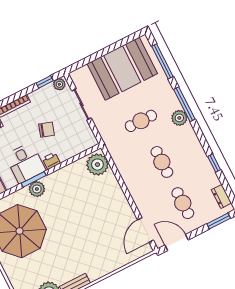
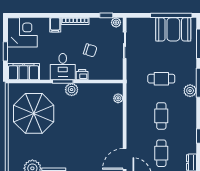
window: (116, 45) -> (171, 15), added
booth: (122, 69) -> (173, 29), width x0.73, depth x0.70
plant: (97, 165) -> (118, 98), width x0.53, depth x0.53
plant: (37, 189) -> (72, 90), moved

